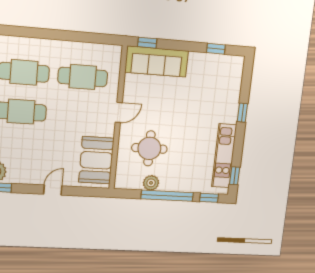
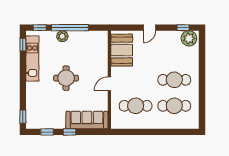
window: (147, 43) -> (69, 132), moved
window: (242, 113) -> (23, 117), moved
round table: (149, 148) -> (66, 78), moved
plant: (151, 183) -> (62, 36), moved

